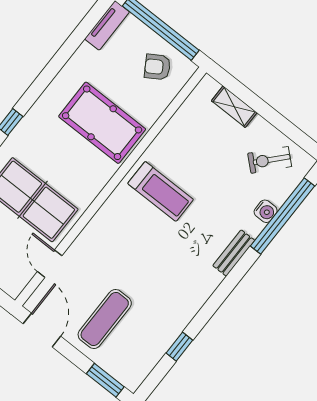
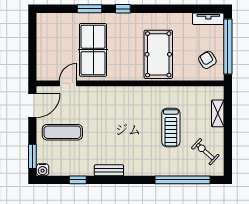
treadmill: (161, 191) -> (171, 127), moved
water cooler: (266, 211) -> (43, 170), moved
bench: (234, 253) -> (109, 170), moved

